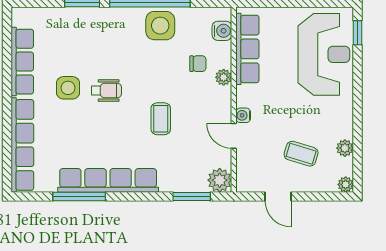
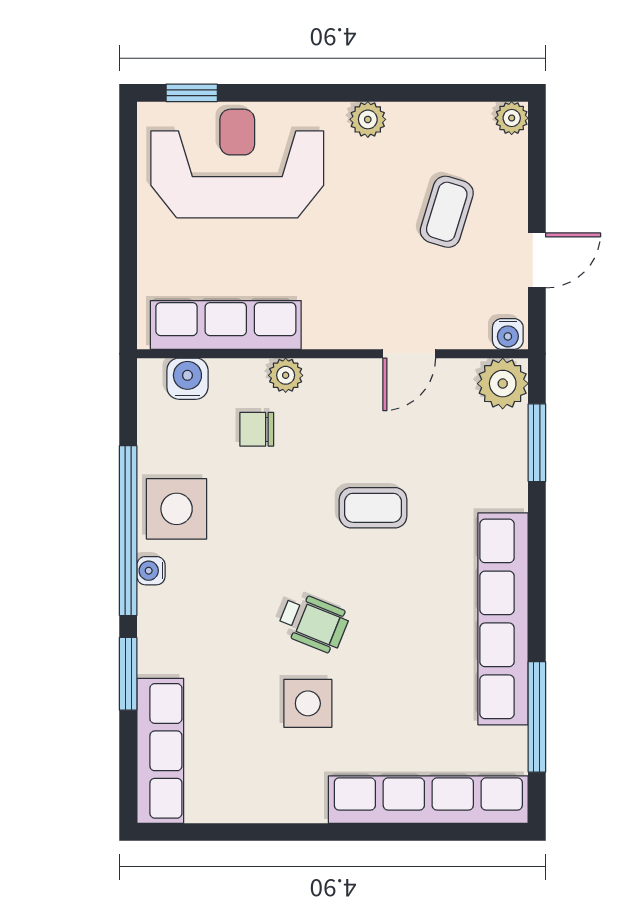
water cooler: (131, 13) -> (151, 571), added
row of seats: (22, 62) -> (160, 751), moved, turned 90
chair: (198, 64) -> (257, 429), turned -90
wheelchair: (106, 90) -> (313, 623), turned 112
water cooler: (243, 115) -> (508, 334), moved
plant: (345, 148) -> (368, 119), moved
window: (79, 196) -> (537, 717), moved

